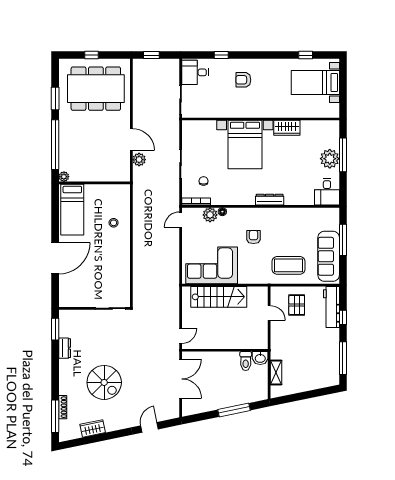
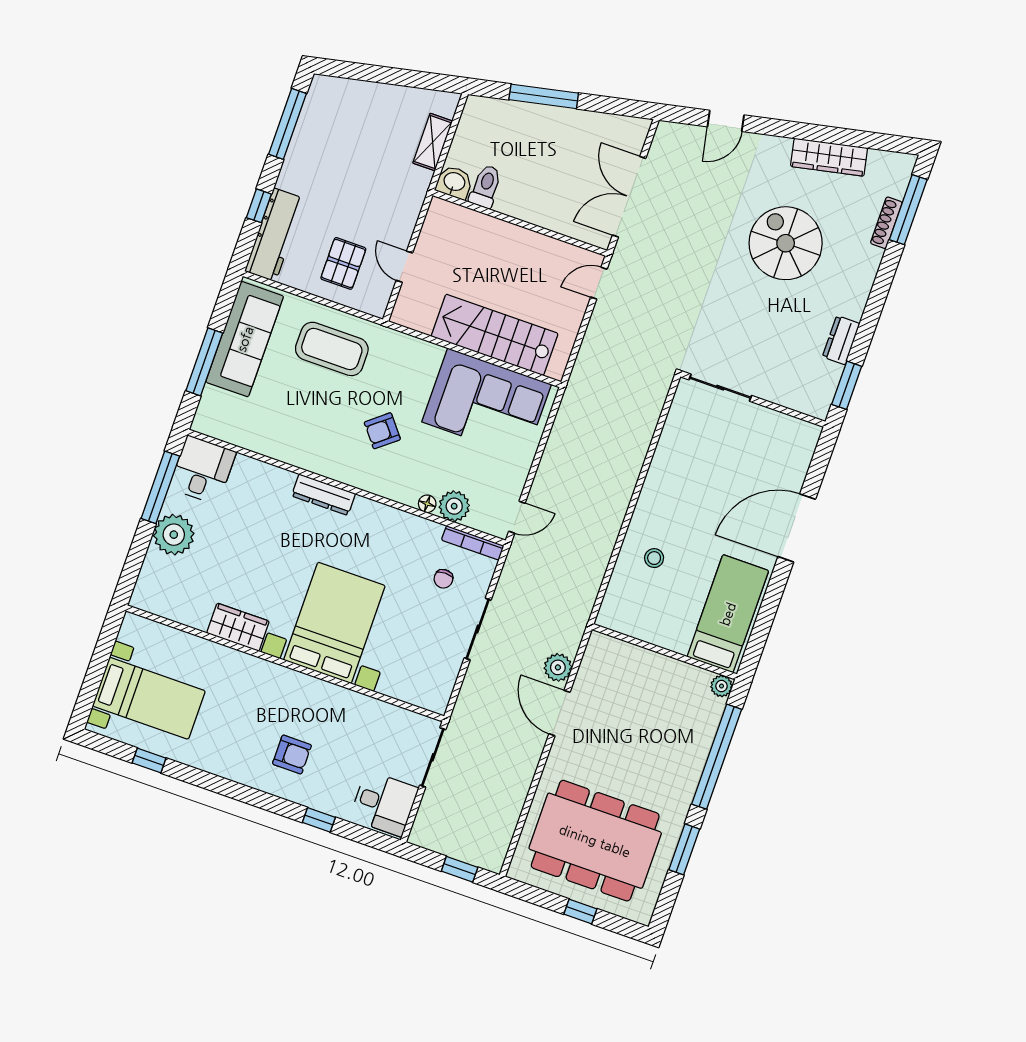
window: (343, 155) -> (160, 487), moved
armchair: (253, 237) -> (382, 431), turned 51
wardrobe: (93, 428) -> (829, 157), width x1.50

